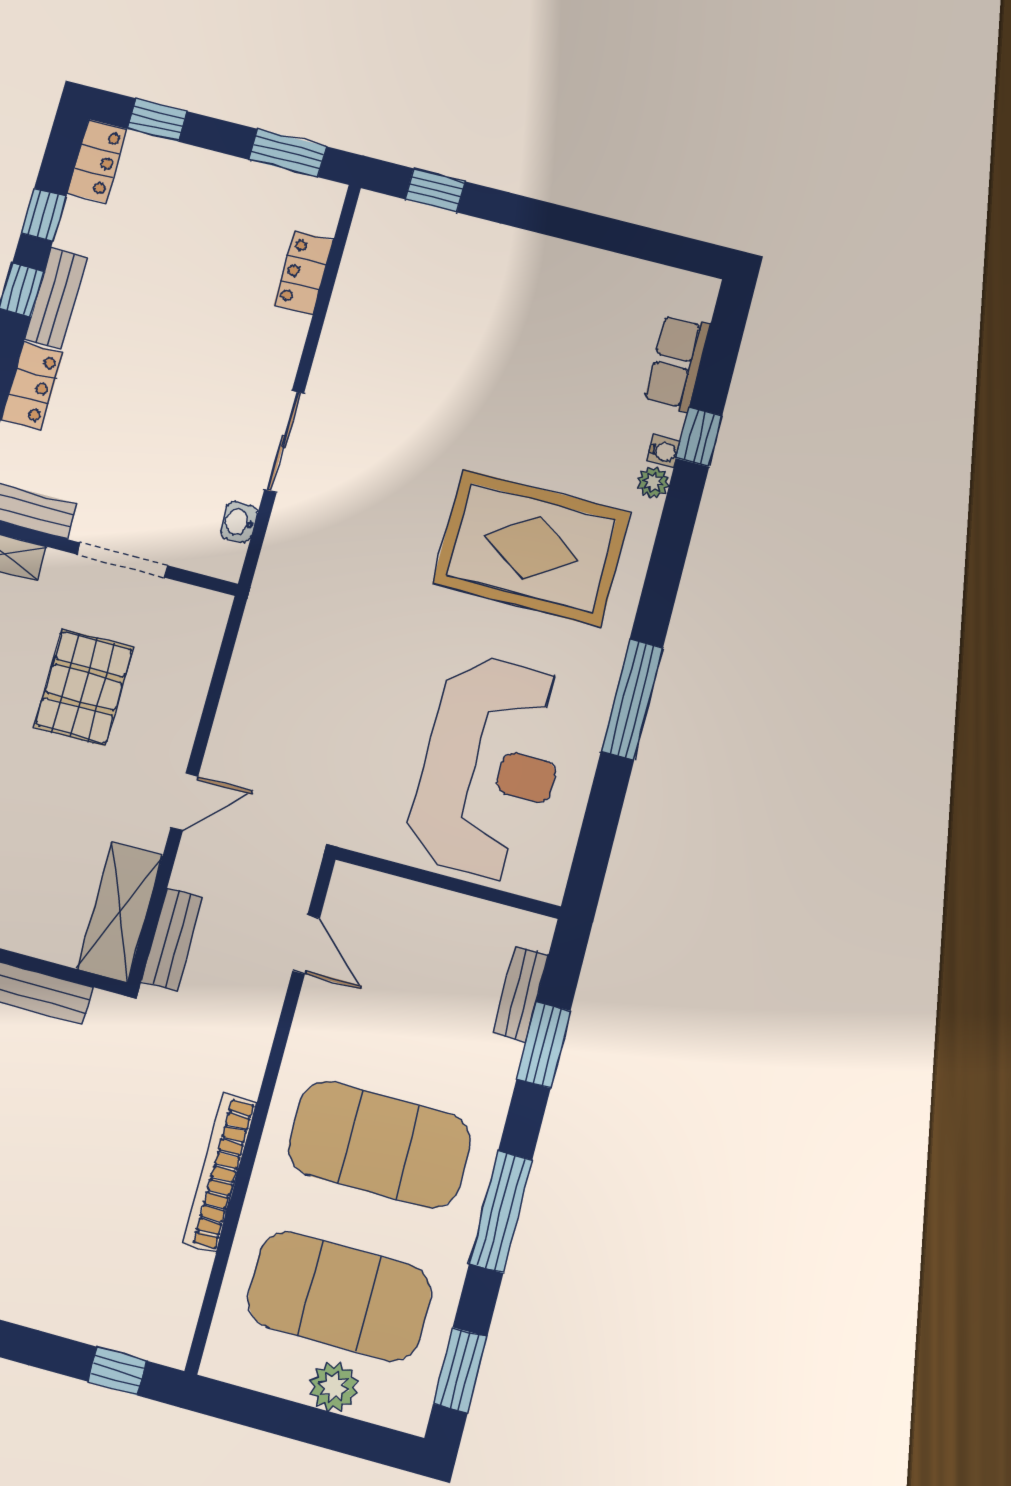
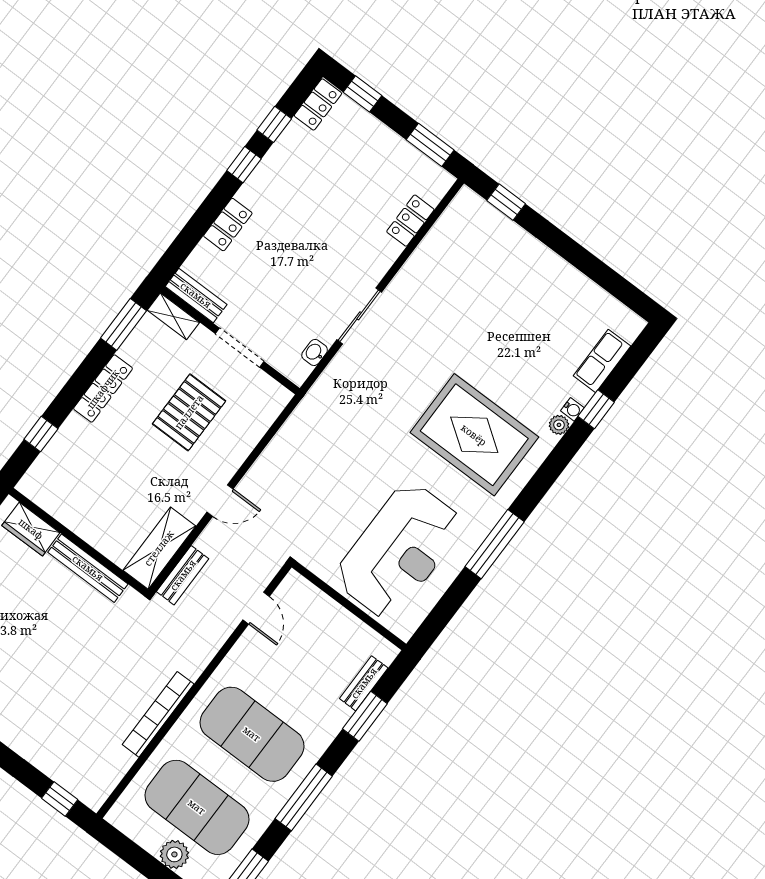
bench: (56, 298) -> (262, 177), removed

